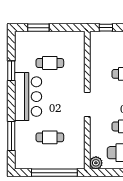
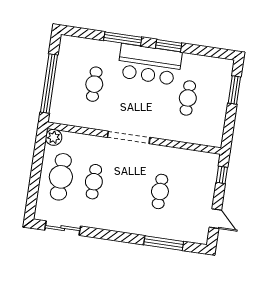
window: (11, 71) -> (169, 46), moved
doorway: (87, 104) -> (129, 137), width x1.36
window: (11, 136) -> (123, 39), moved

